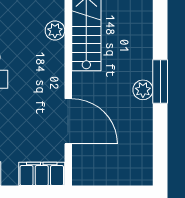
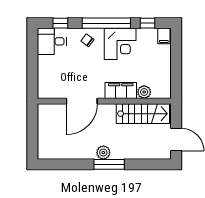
filing cabinet: (42, 174) -> (121, 91), moved, turned -90

